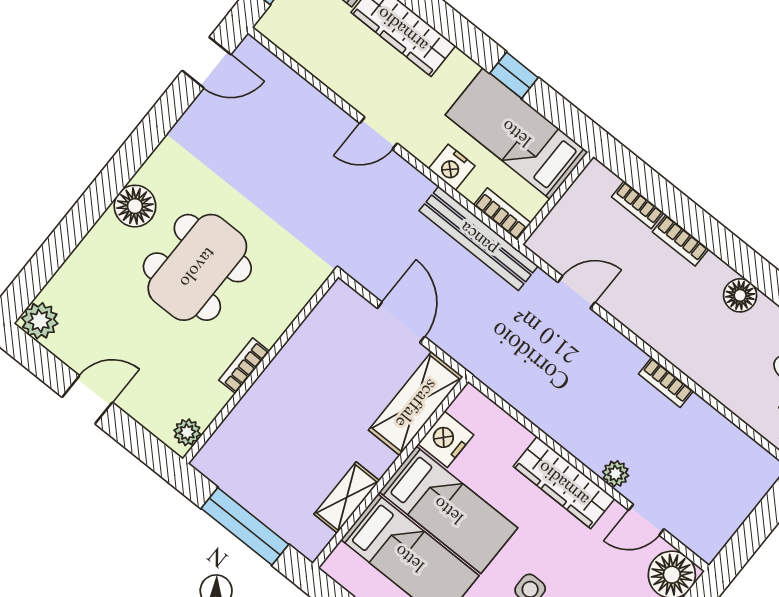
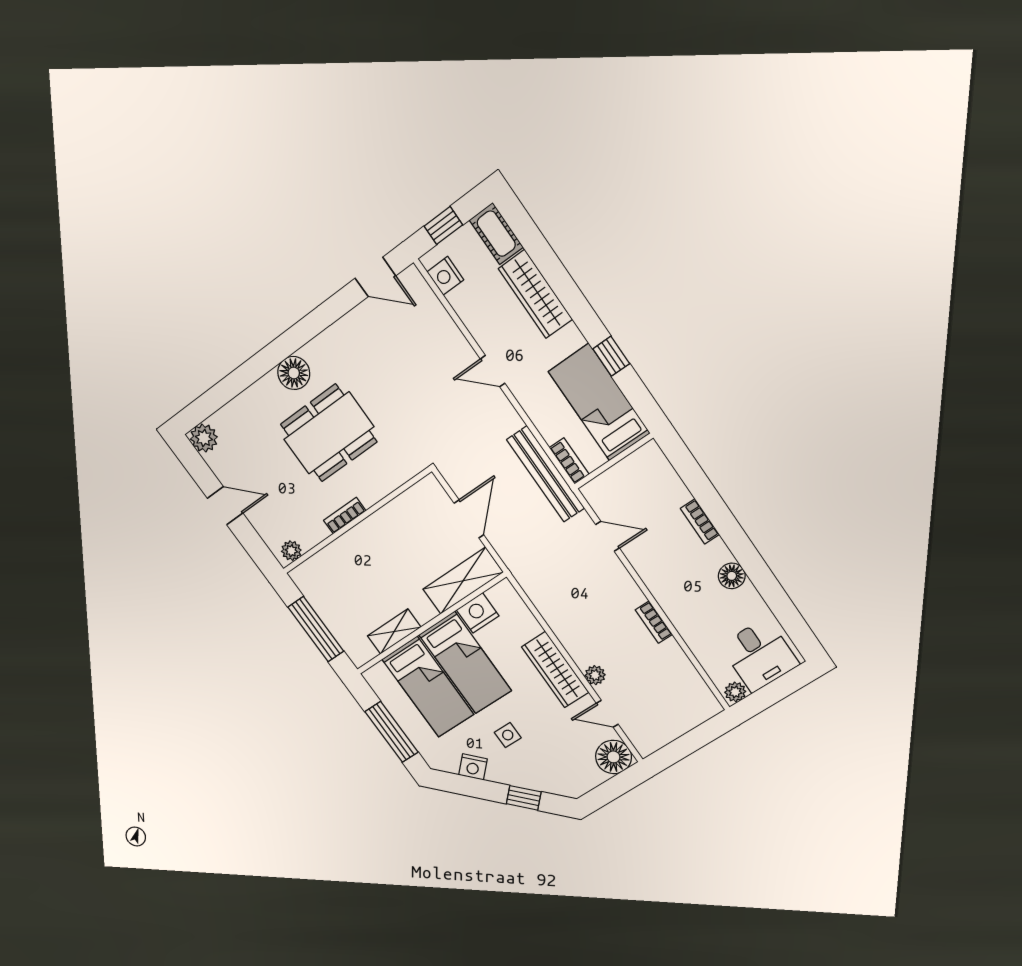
nightstand: (452, 167) -> (445, 276), moved
bookcase: (638, 205) -> (676, 485), removed

